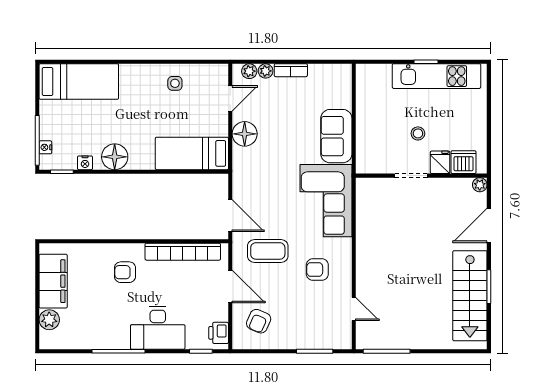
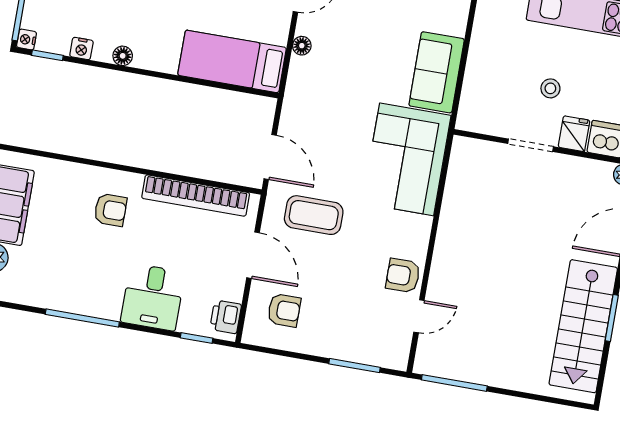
floor lamp: (245, 134) -> (302, 46), width x0.53, depth x0.53
nightstand: (45, 147) -> (26, 40), moved
floor lamp: (115, 157) -> (123, 56), width x0.53, depth x0.53
armchair: (317, 269) -> (403, 276), moved
armchair: (125, 272) -> (110, 210), turned 180
door: (354, 309) -> (419, 316), hinge flipped
armchair: (259, 321) -> (284, 310), turned -113
desk: (158, 328) -> (153, 297), width x0.73

